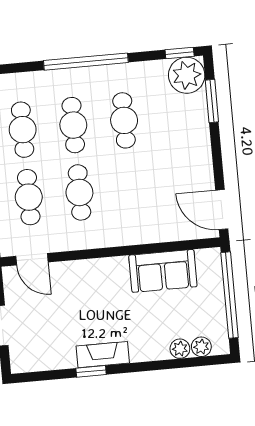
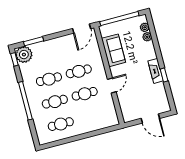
cafe table: (29, 197) -> (79, 71), moved
door: (32, 259) -> (112, 86), moved

